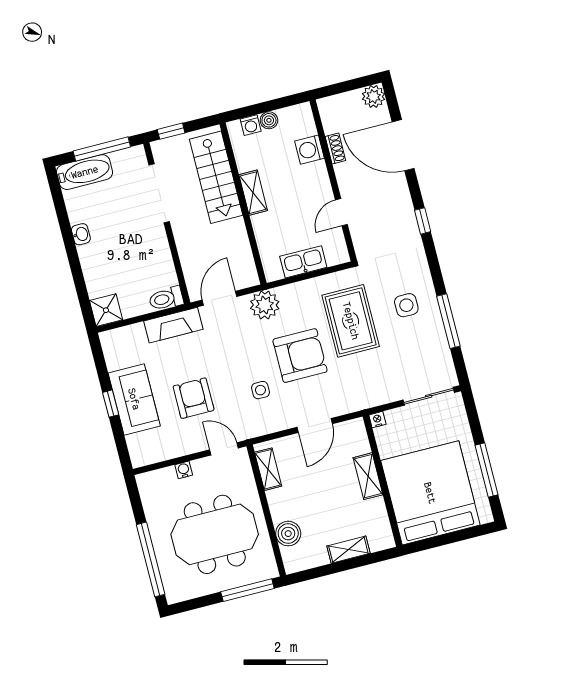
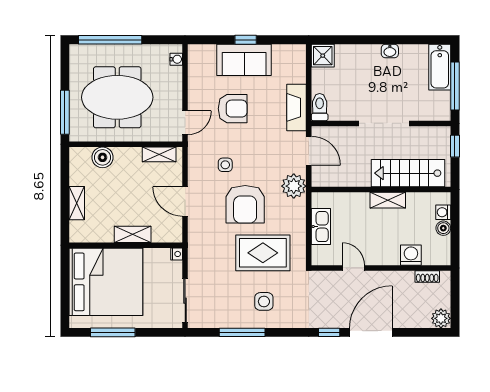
door: (403, 145) -> (371, 332), moved
shoe rack: (335, 149) -> (427, 276), moved
doorway: (159, 193) -> (384, 123), moved
water cooler: (184, 470) -> (176, 59), moved
meeting table: (215, 534) -> (117, 97), turned 90

